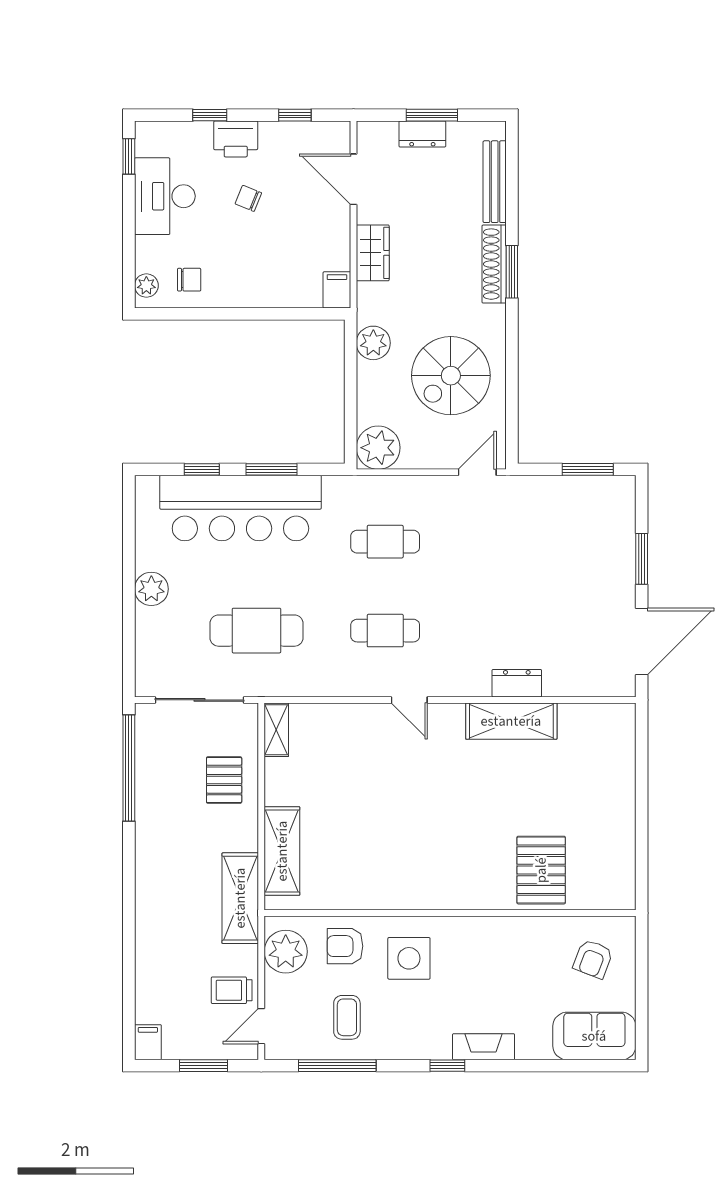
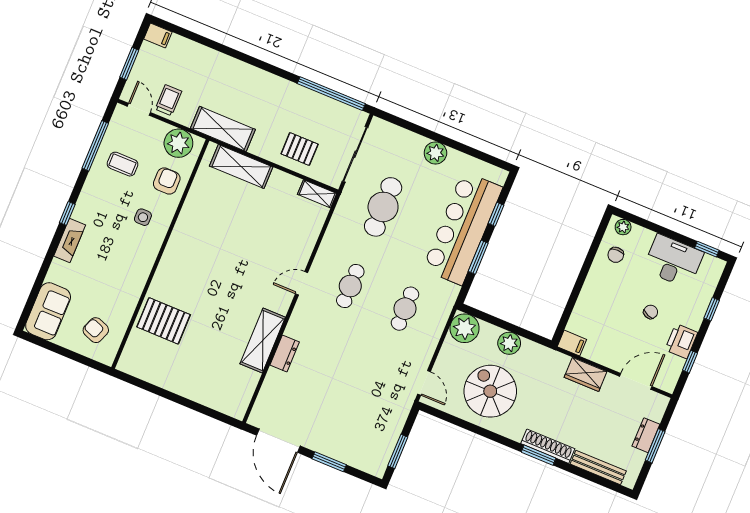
printer: (236, 139) -> (681, 341), moved
plant: (373, 343) -> (509, 343), moved
side table: (409, 958) -> (143, 217), width x0.54, depth x0.54

